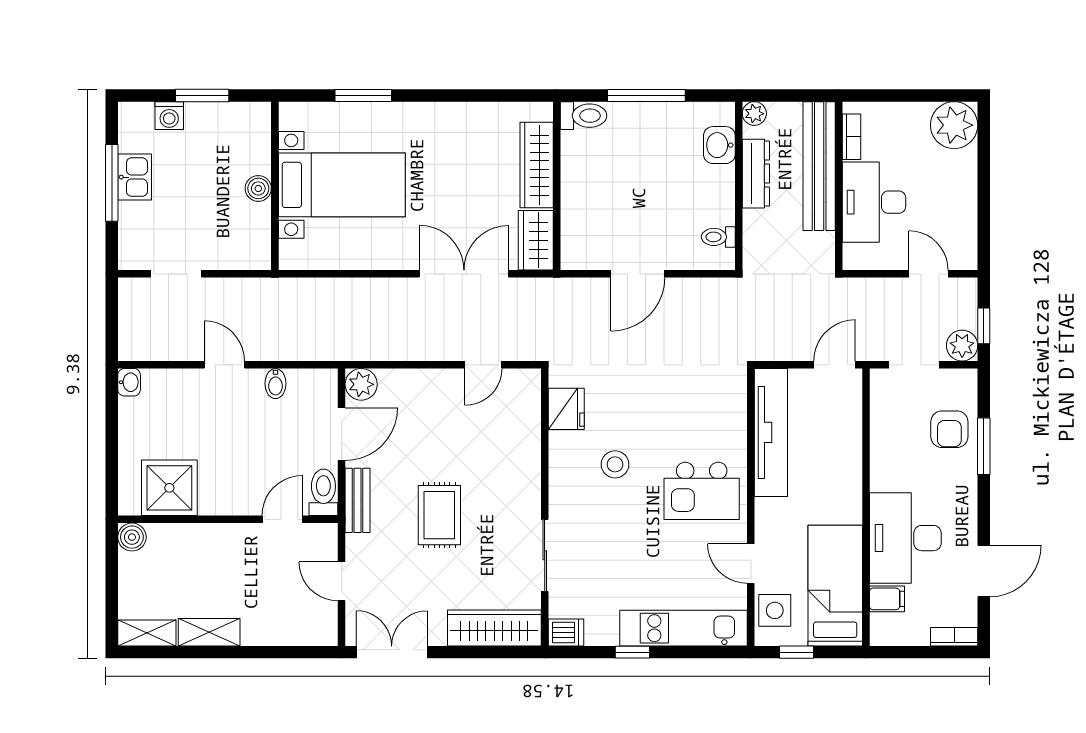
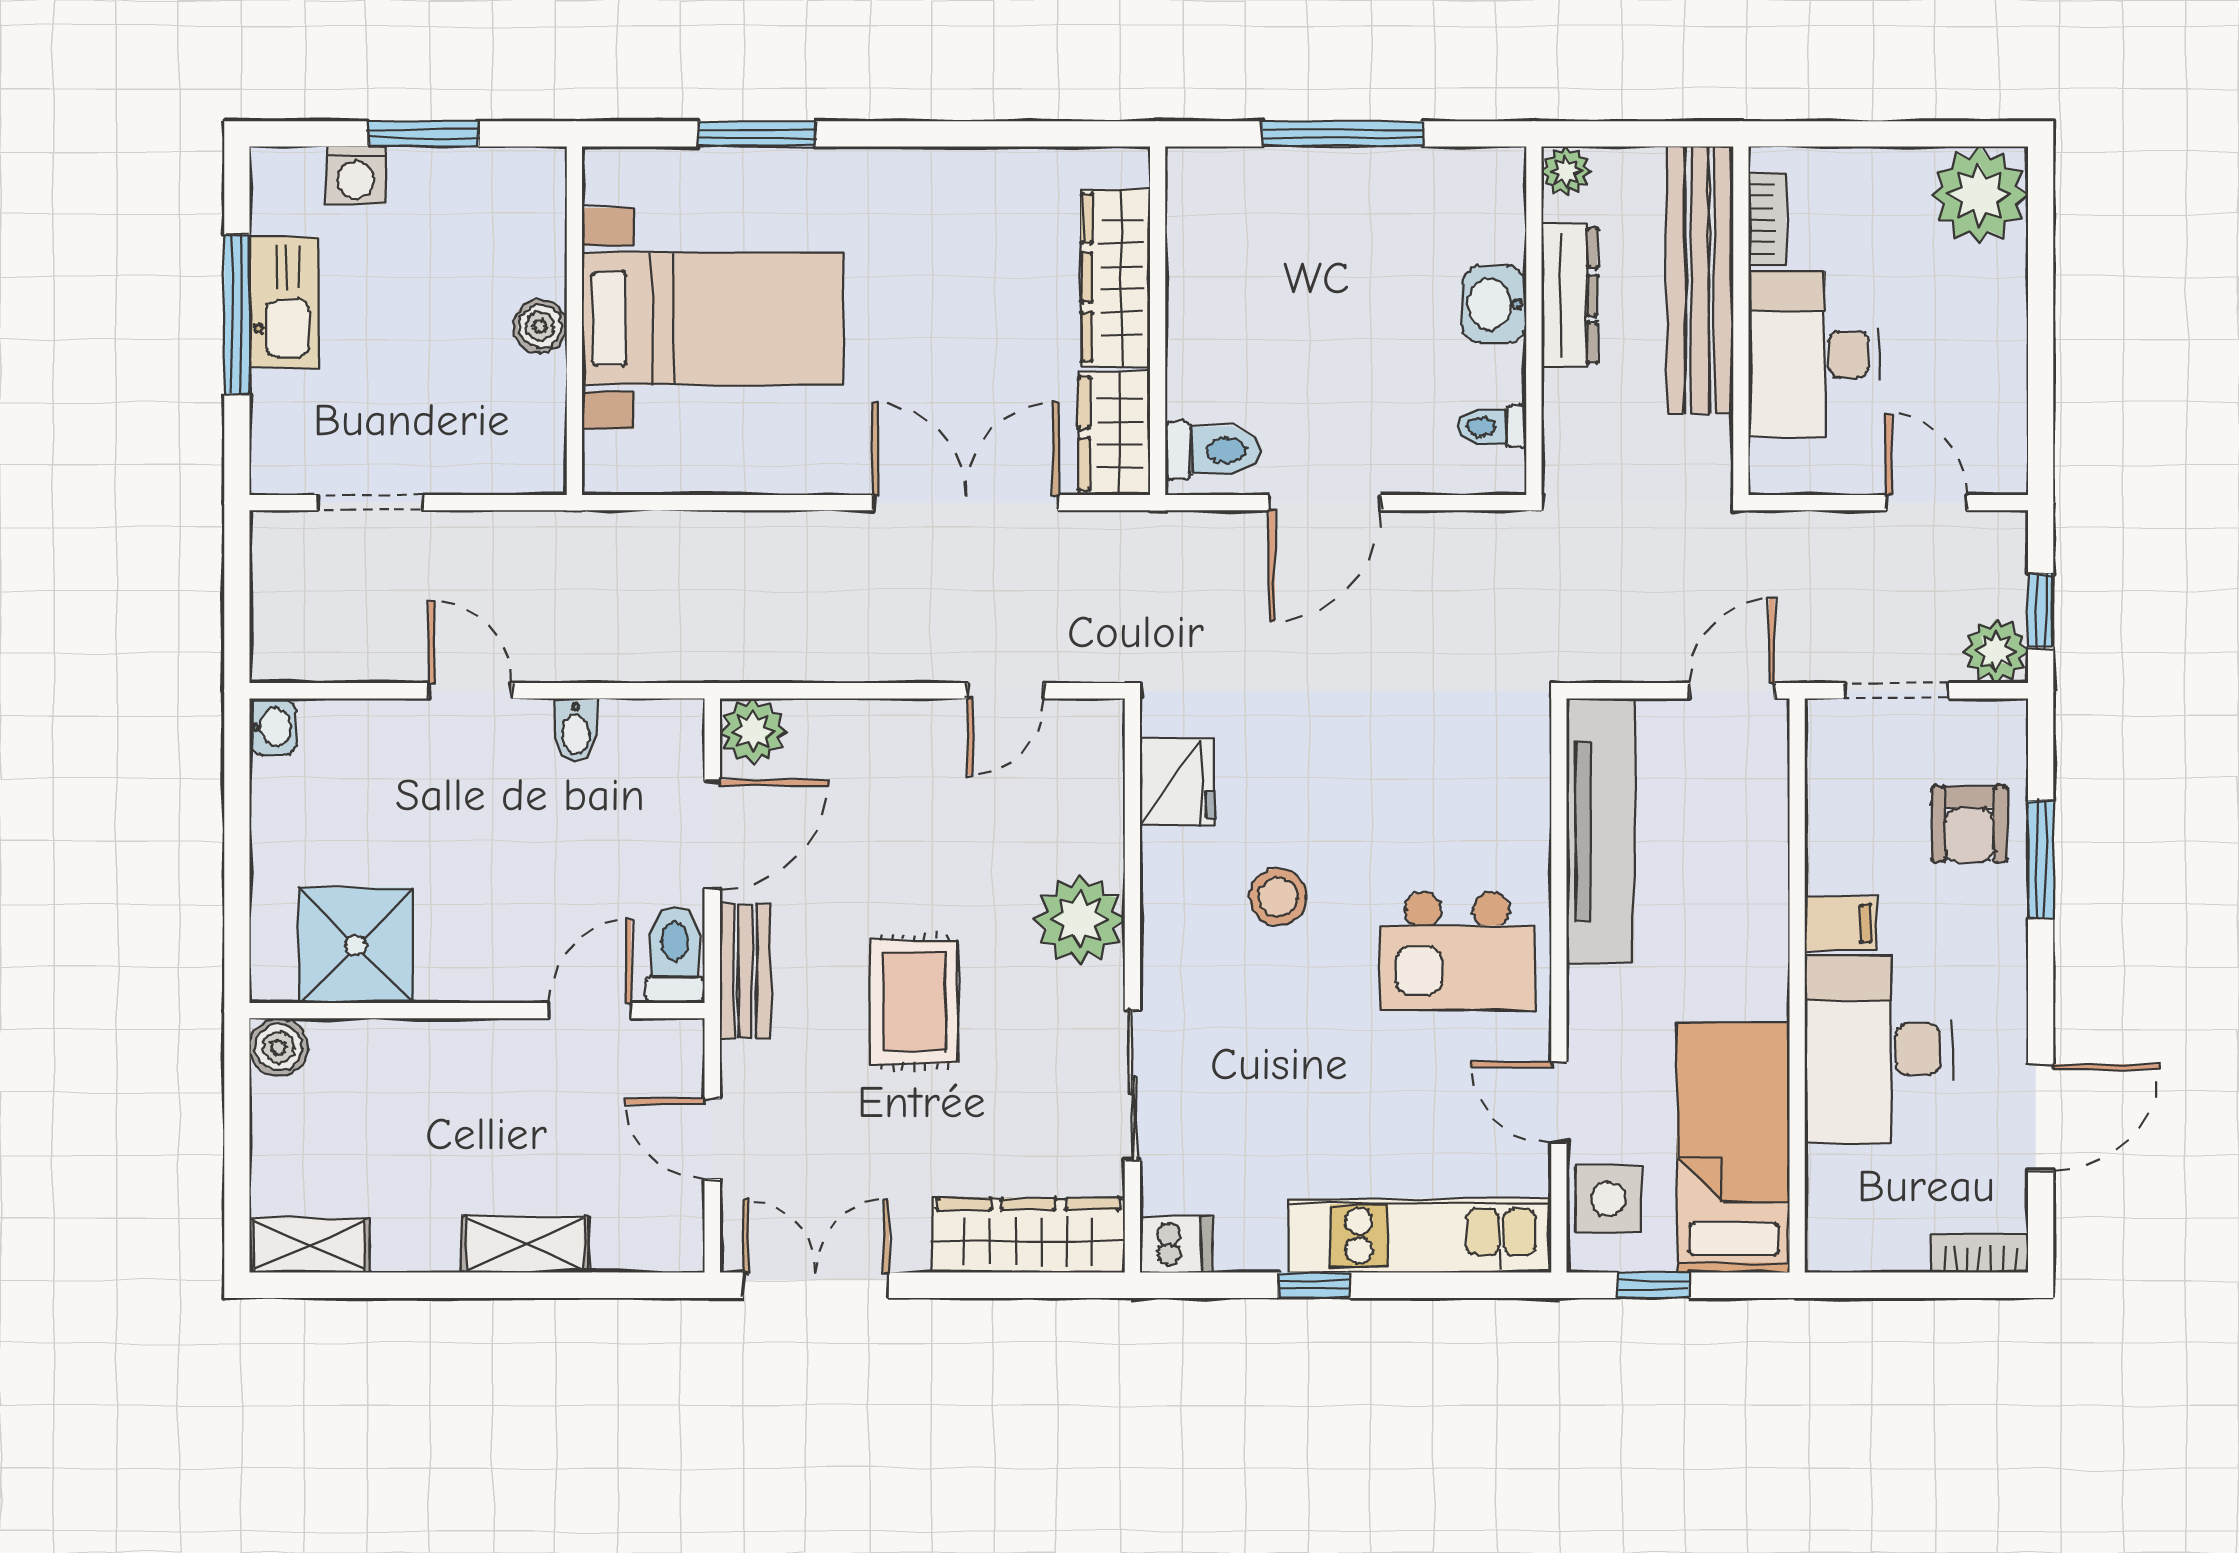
toilet: (584, 116) -> (1213, 450), moved
washbasin: (719, 145) -> (1494, 305), moved
kitchen sink: (135, 177) -> (284, 302), width x1.38
plant: (519, 475) -> (1080, 920), added
filing cabinet: (887, 599) -> (1841, 924), moved
shelving: (209, 632) -> (525, 1244), moved

